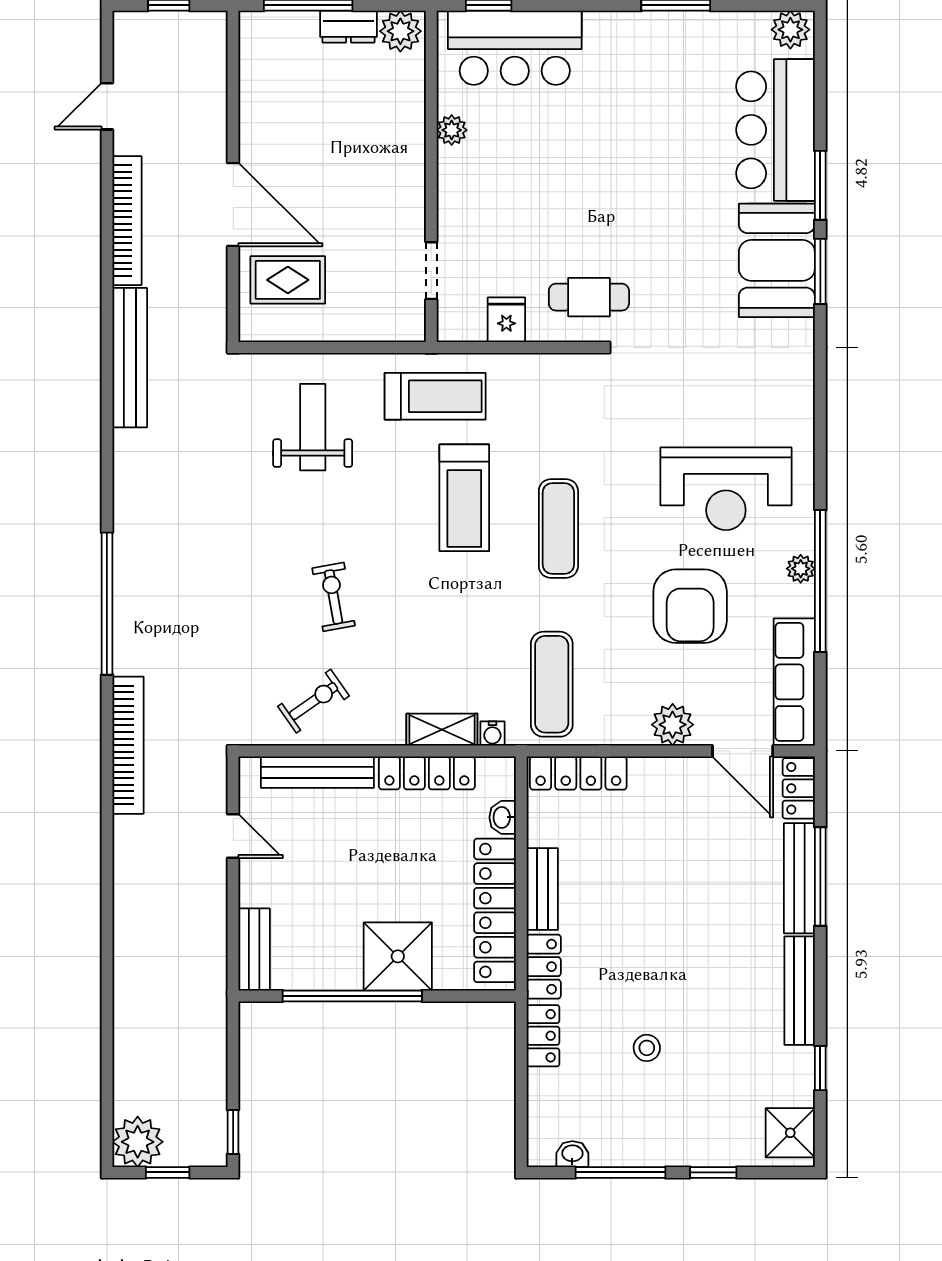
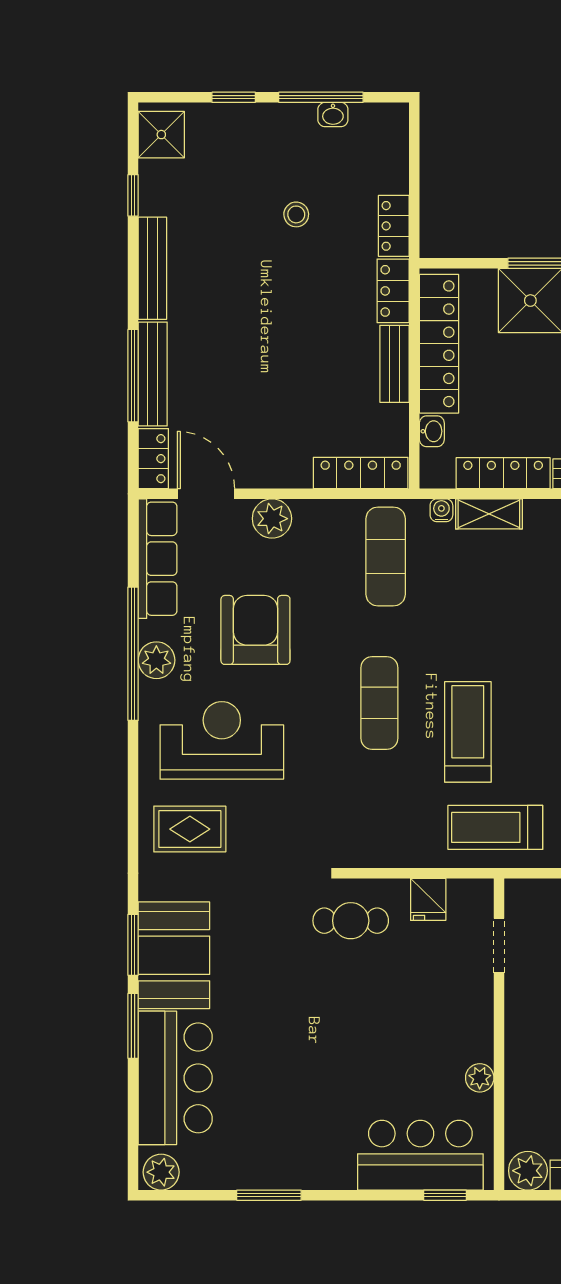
rug: (760, 394) -> (190, 829), added
plant: (801, 569) -> (156, 660), width x1.38, depth x1.38
washbasin: (572, 1154) -> (333, 115), moved

